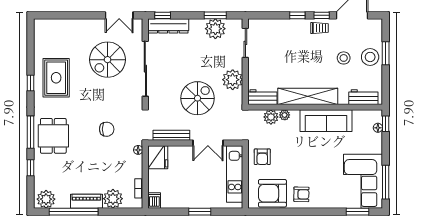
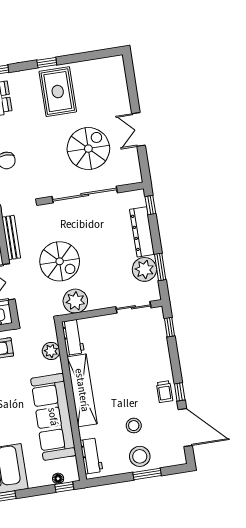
double door: (119, 15) -> (139, 129), moved
window: (297, 15) -> (170, 327), moved
dresser: (168, 26) -> (142, 232), moved
spiral stairs: (108, 60) -> (88, 149), turned 90
rug: (56, 78) -> (58, 92), turned 90
plant: (233, 80) -> (75, 301), moved
plant: (285, 115) -> (56, 367), removed
sofa: (326, 121) -> (53, 417), width x1.36, depth x1.27

